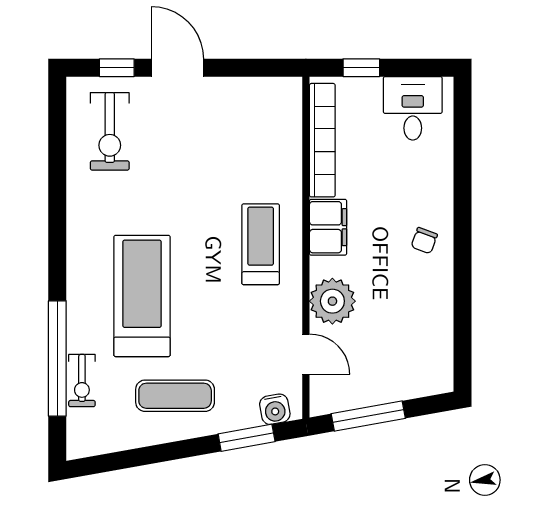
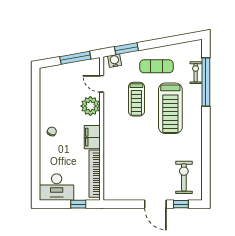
desk: (413, 108) -> (57, 187), width x1.37
treadmill: (261, 244) -> (136, 99), moved

